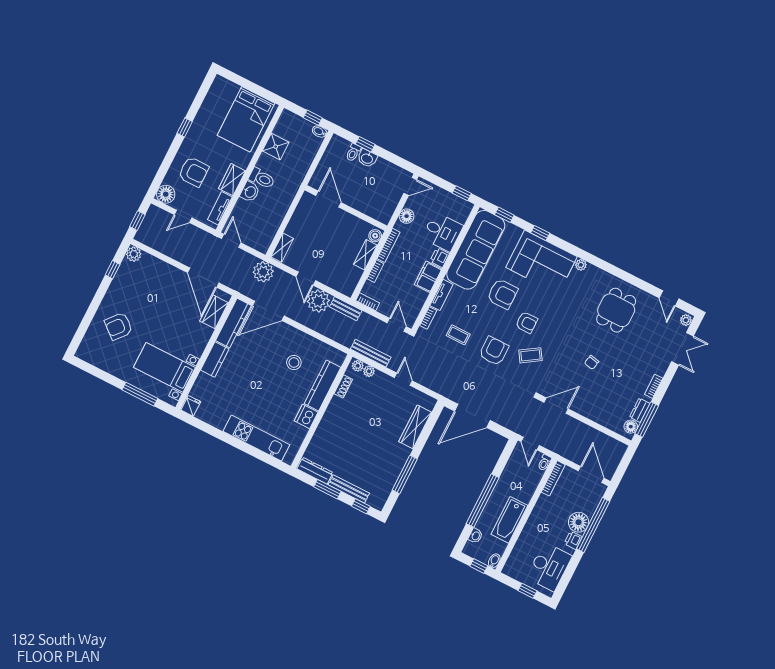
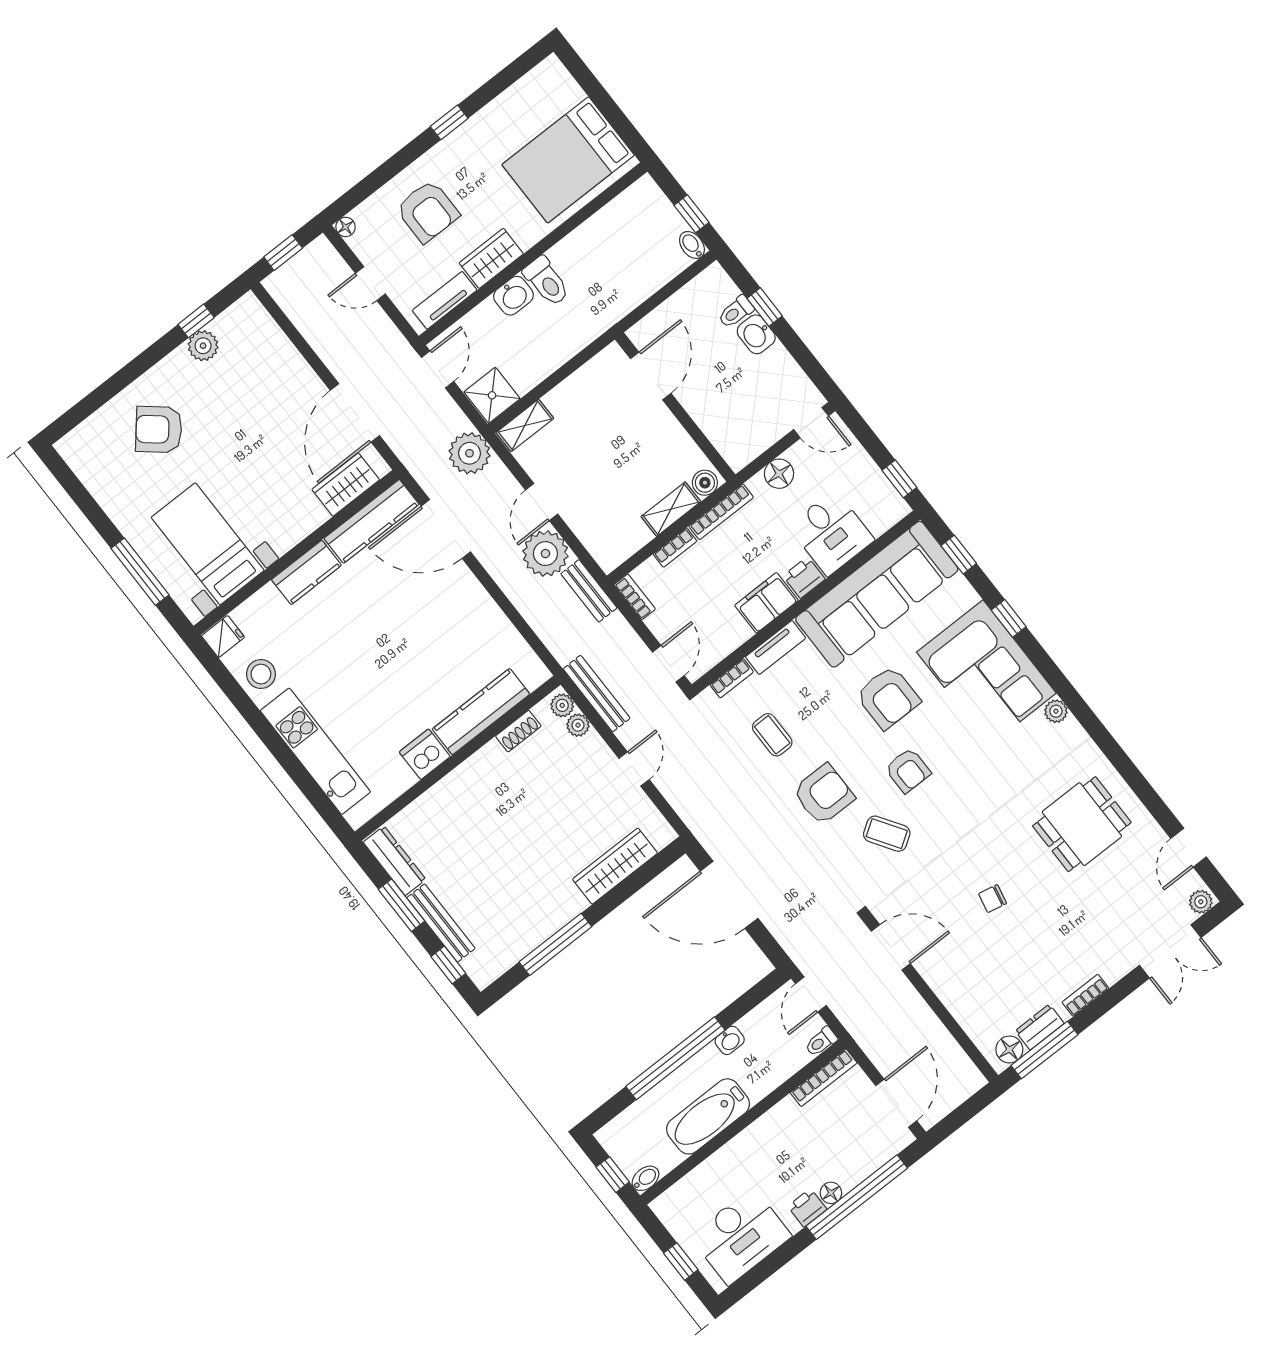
shower: (276, 147) -> (492, 395), moved
floor lamp: (166, 194) -> (345, 227), width x0.53, depth x0.53
plant: (134, 254) -> (203, 346), moved
stool: (294, 362) -> (261, 674), moved
floor lamp: (579, 522) -> (831, 1193), width x0.53, depth x0.53
washbasin: (475, 536) -> (730, 1040), moved

